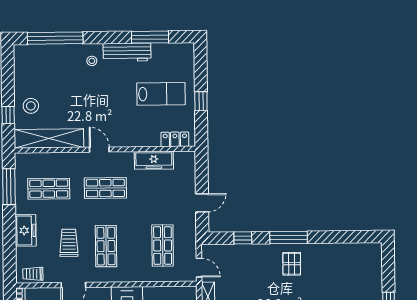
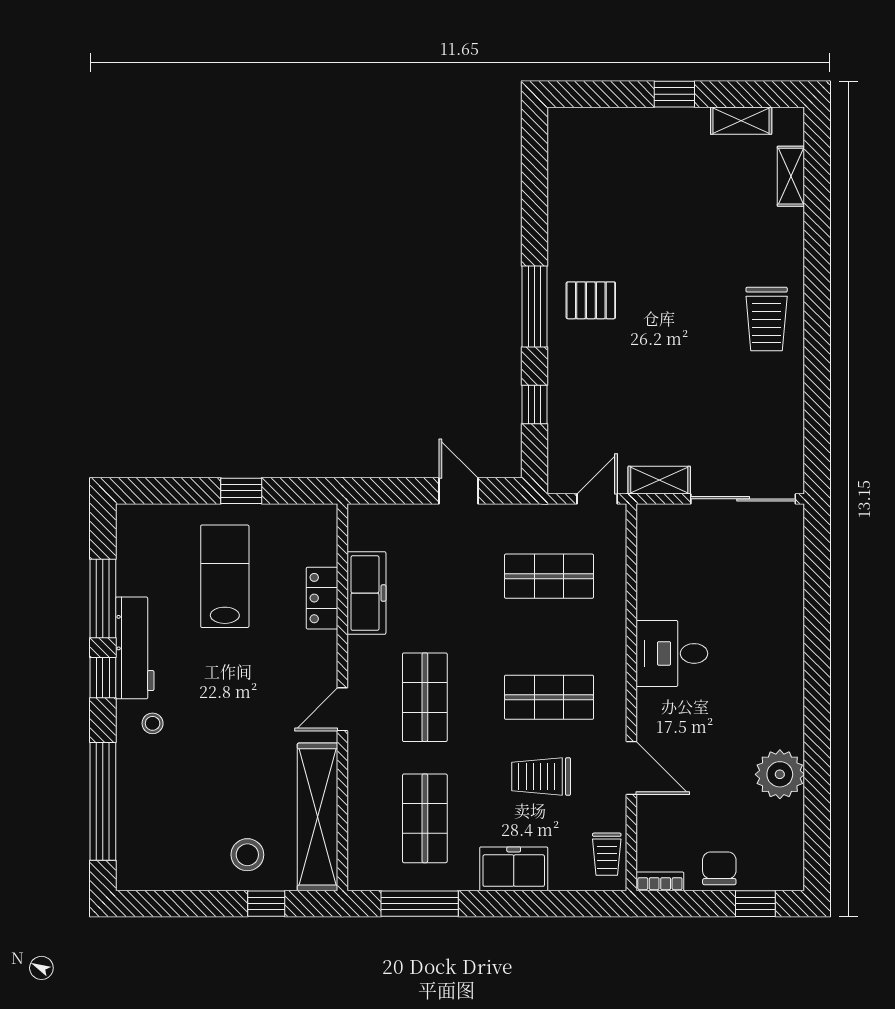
window: (113, 37) -> (103, 678), added
locker: (175, 139) -> (322, 598), moved

